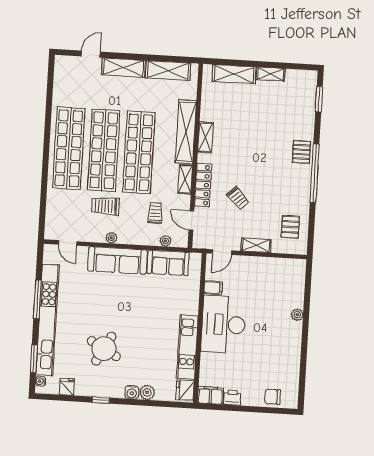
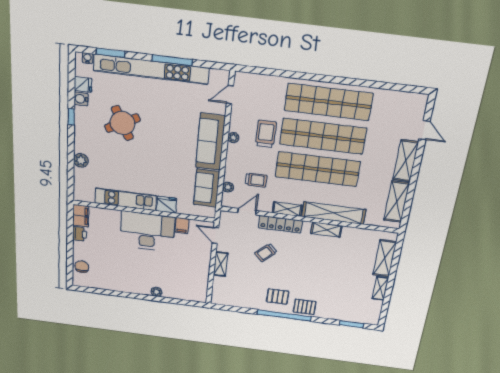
pallet: (290, 227) -> (278, 296), moved
round table: (104, 349) -> (122, 123), turned 34
fridge: (185, 390) -> (167, 205), moved
water cooler: (132, 392) -> (81, 99), moved

